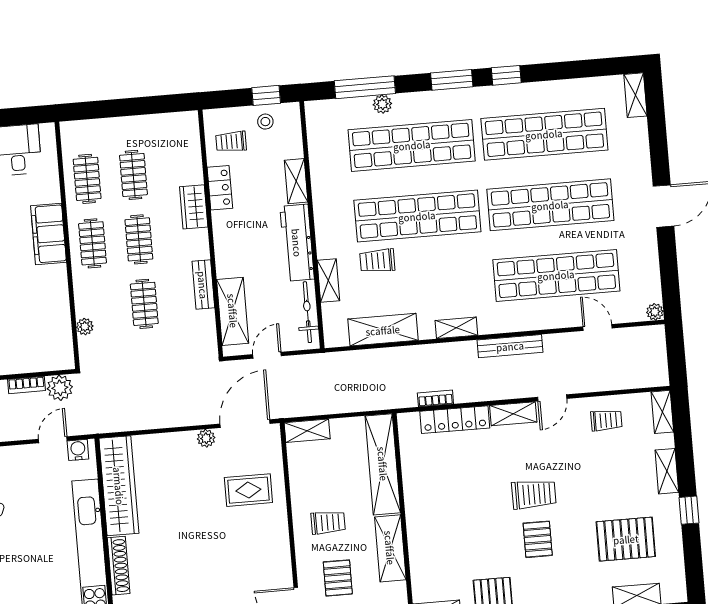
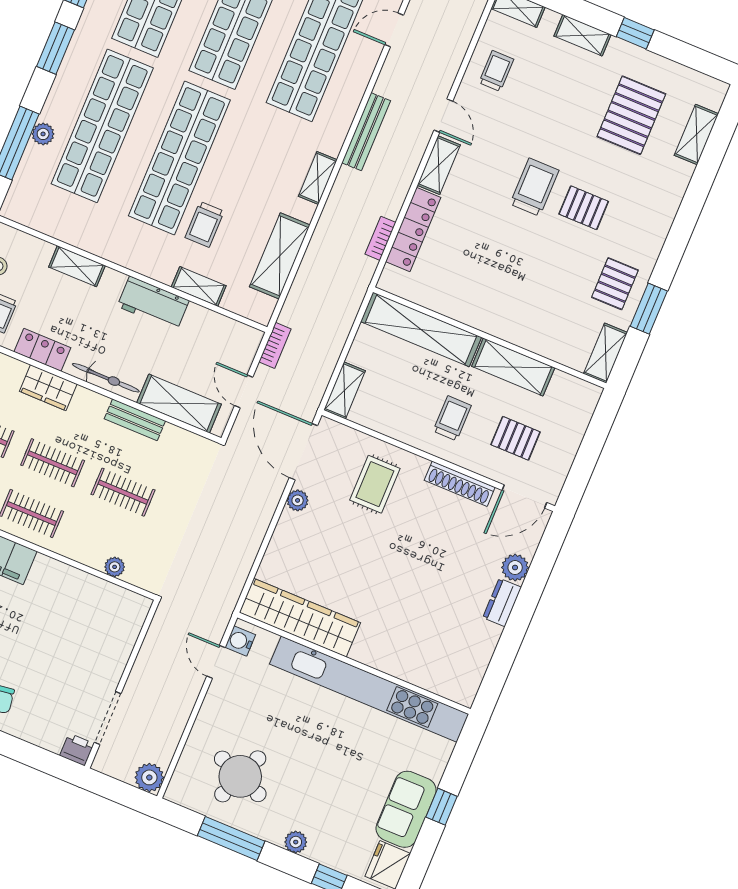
workbench: (297, 243) -> (153, 303), width x0.73
bicycle: (307, 312) -> (106, 378), moved, turned 180
bookcase: (27, 385) -> (275, 345), moved
plant: (60, 388) -> (165, 626), removed
shoe rack: (119, 566) -> (460, 484), moved, turned 180

